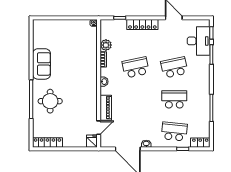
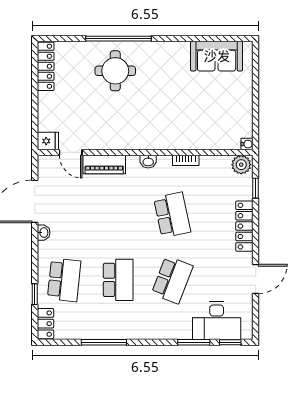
plant: (106, 45) -> (241, 165), moved
sofa: (41, 64) -> (217, 56), moved
school desk: (174, 67) -> (172, 280), turned 33

